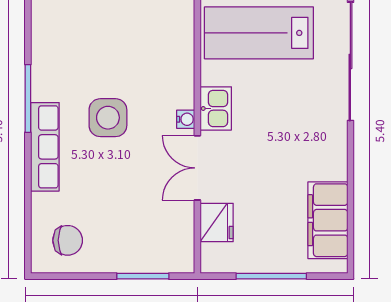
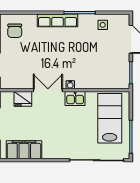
side table: (108, 118) -> (103, 25), moved, width x0.54, depth x0.54

